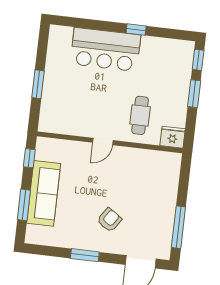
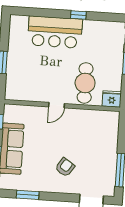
cafe table: (140, 115) -> (85, 83), width x1.37, depth x1.35
window: (85, 255) -> (28, 195), moved

